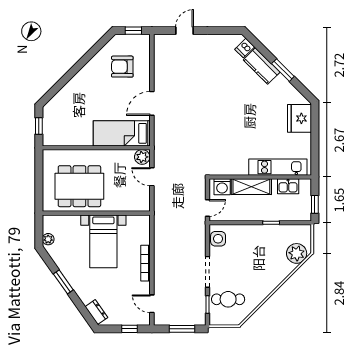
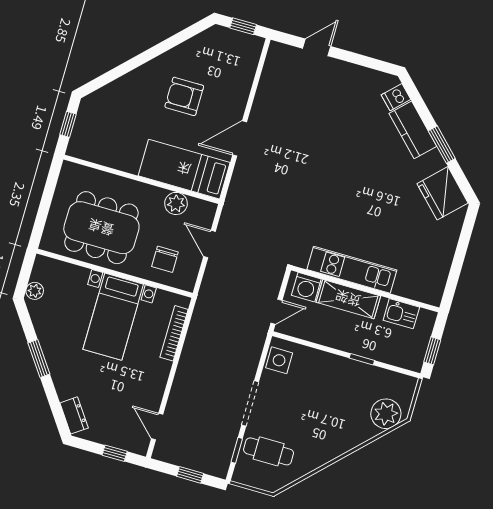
armchair: (122, 67) -> (184, 96), moved
fridge: (300, 118) -> (443, 193), moved, turned -45
plant: (142, 157) -> (176, 203), moved
kitchen unit: (278, 167) -> (352, 270), moved
chair: (126, 195) -> (165, 259), added
bookcase: (146, 263) -> (174, 333), moved
window: (182, 329) -> (190, 475), width x0.67

